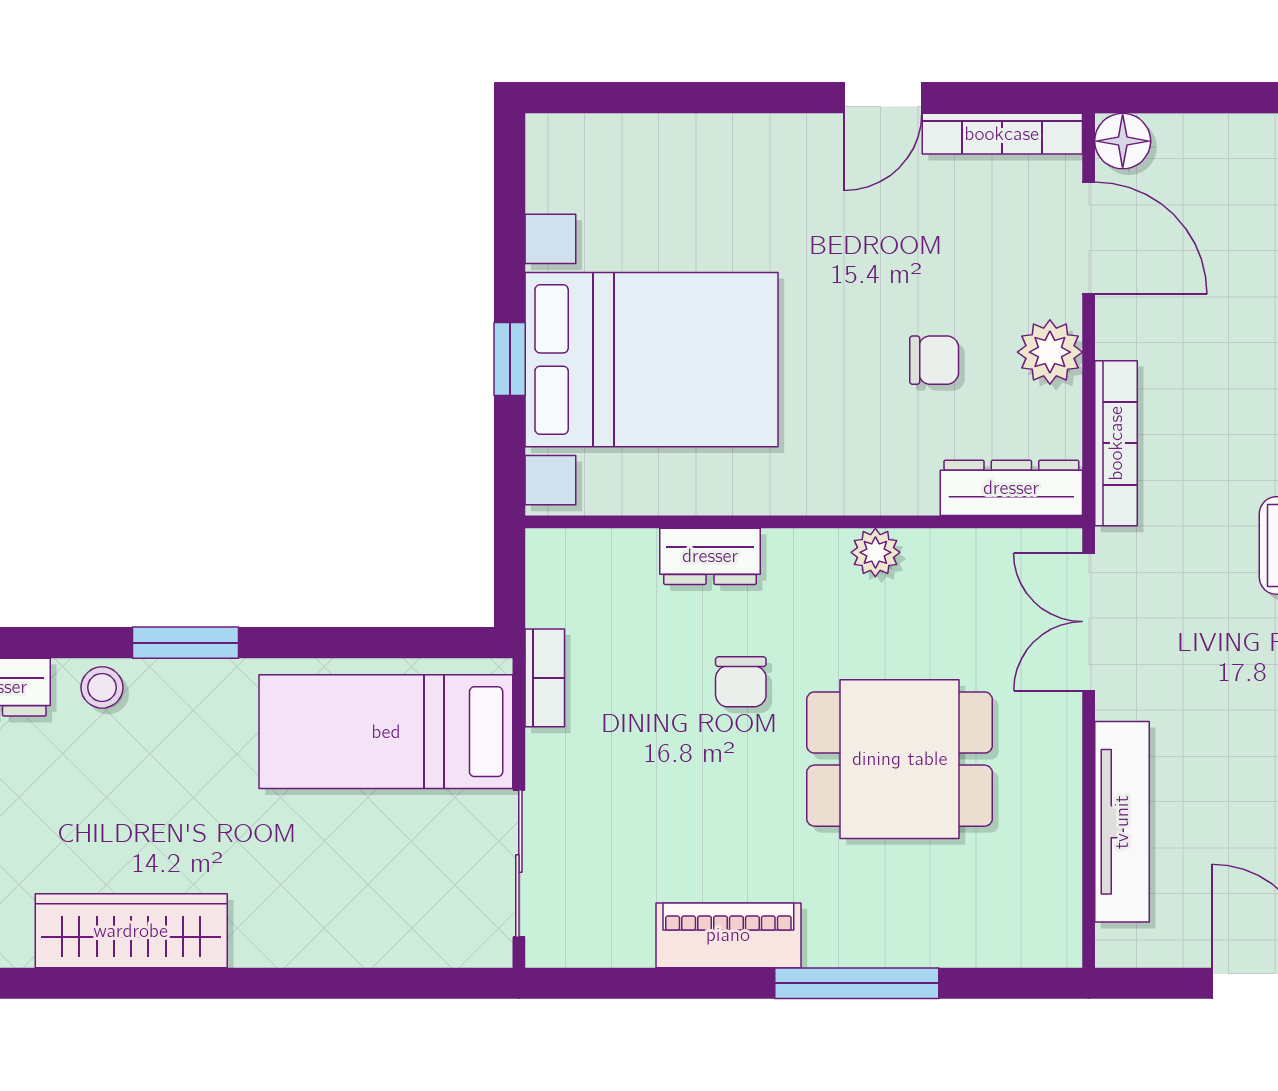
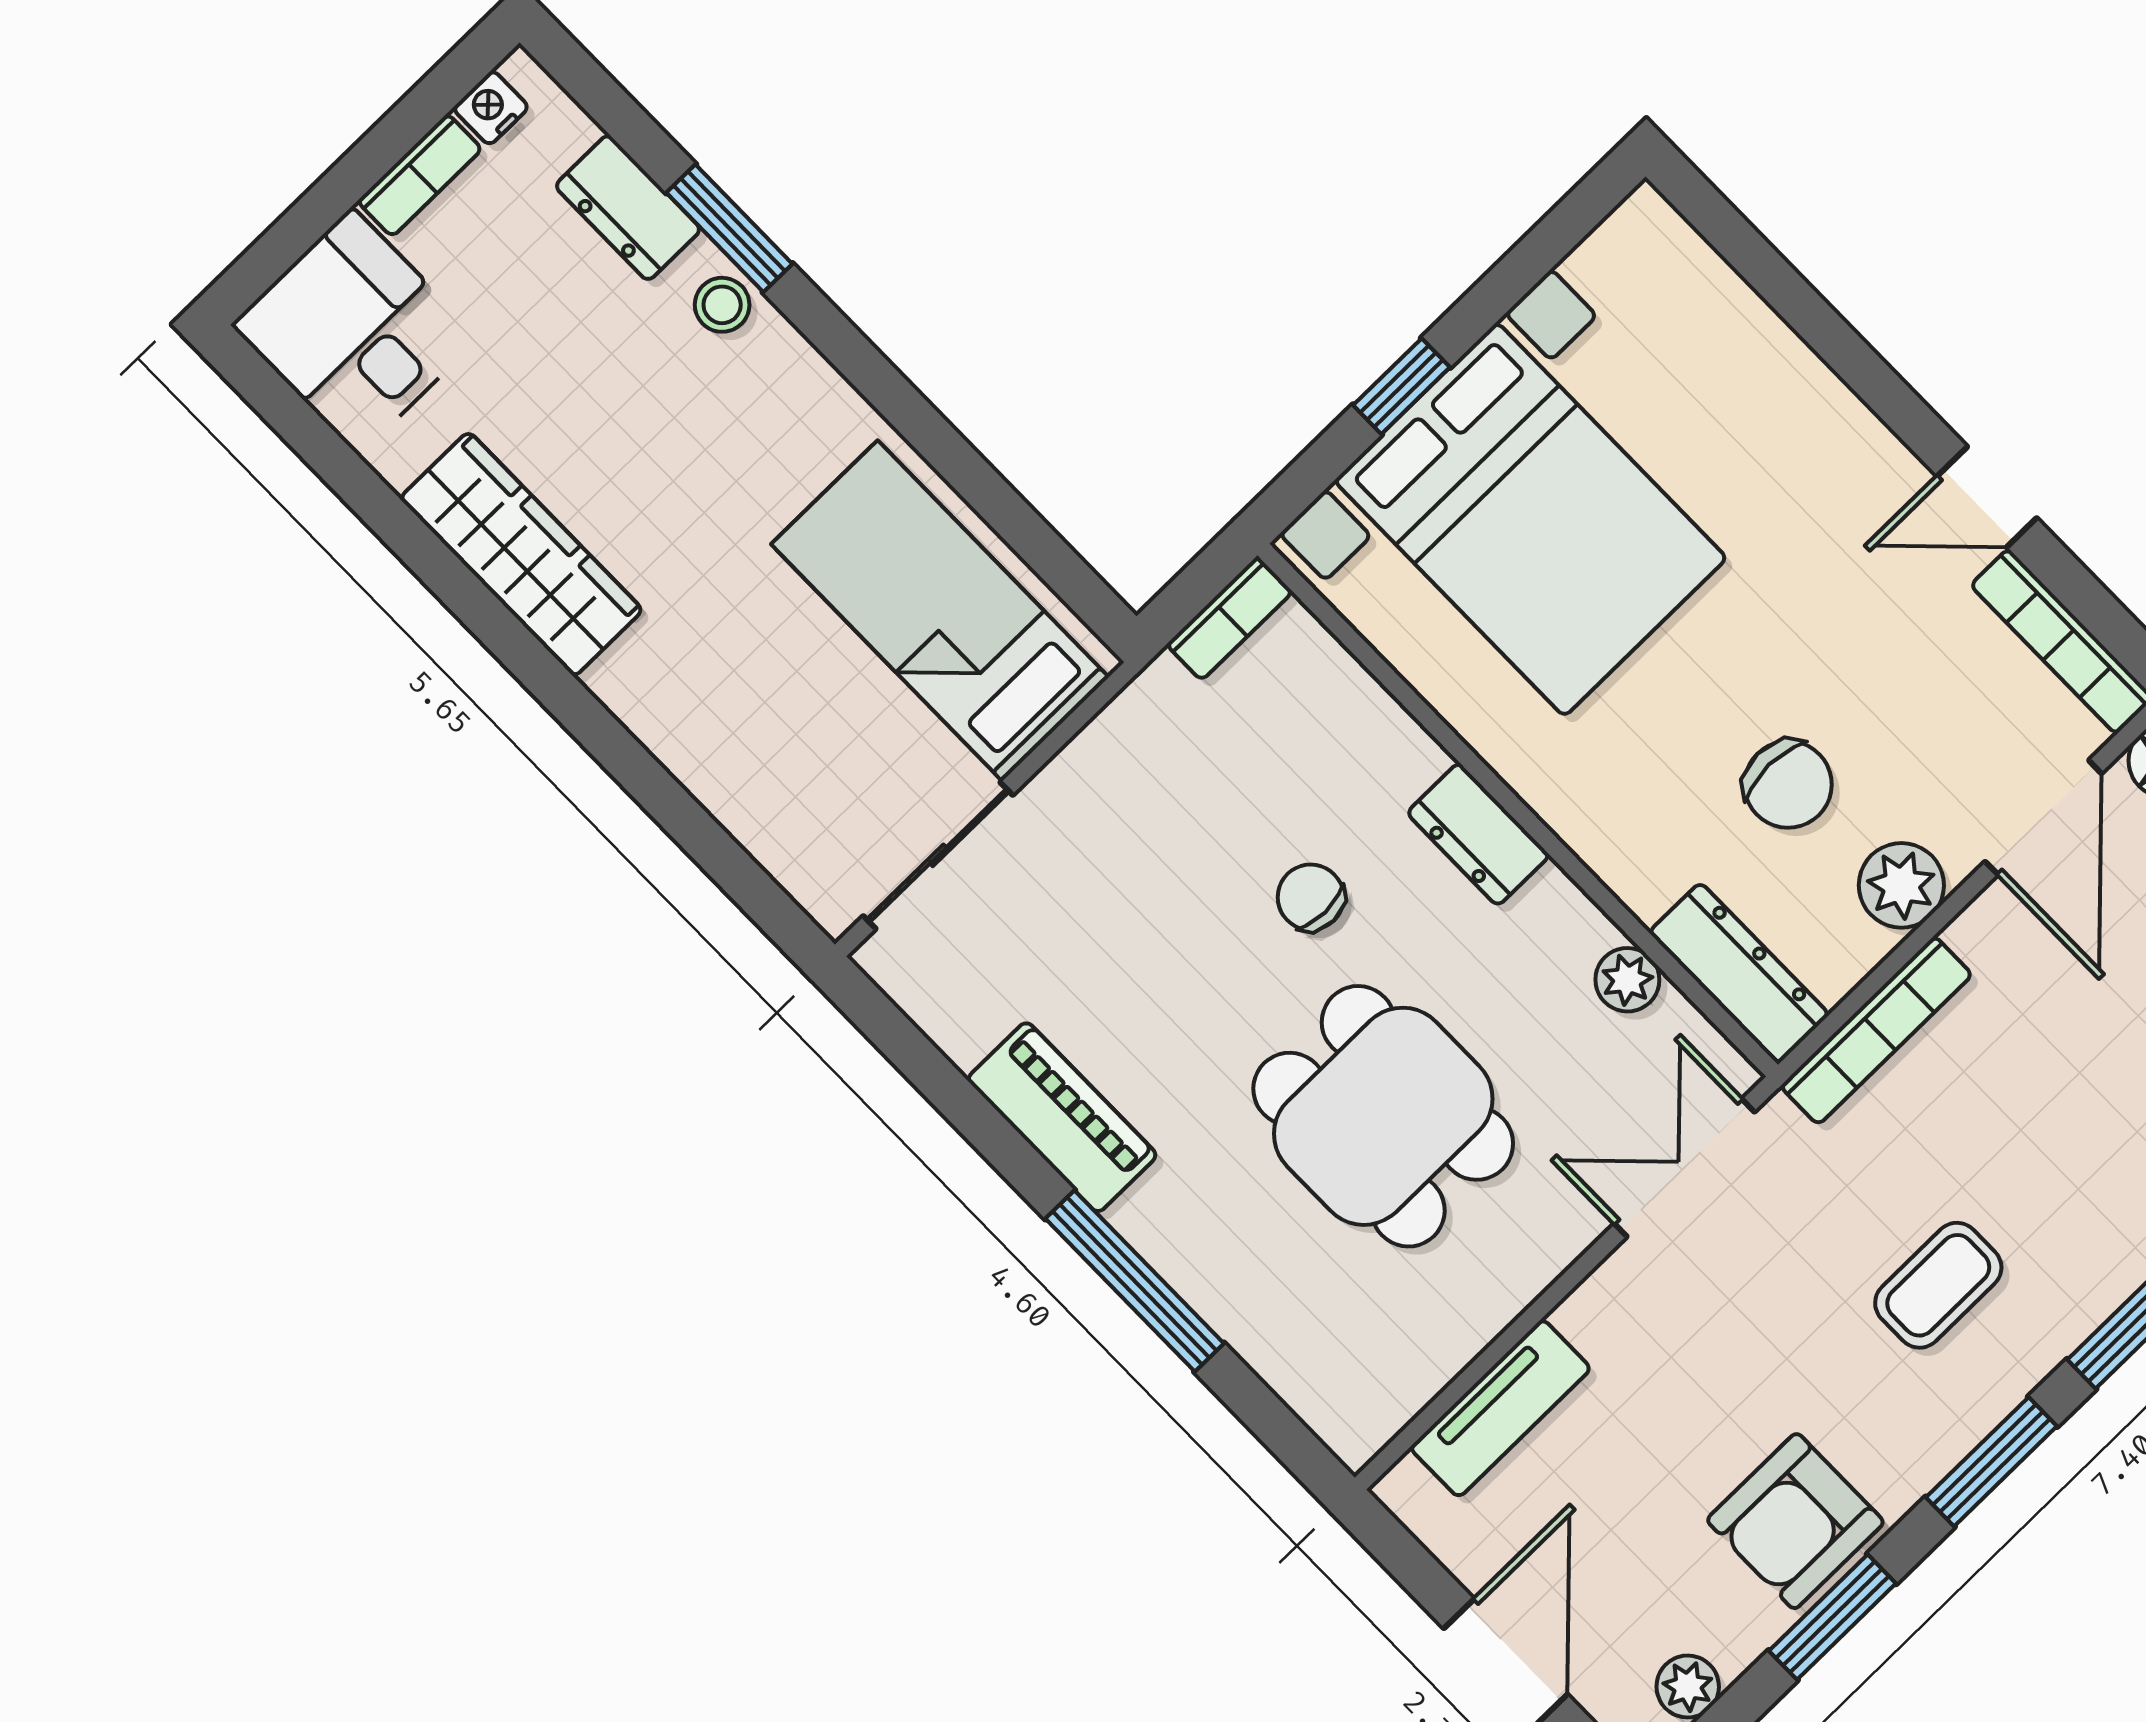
chair: (934, 360) -> (1788, 784), width x1.37, depth x1.37
plant: (875, 552) -> (1627, 980), moved
dresser: (710, 556) -> (1478, 834), moved
window: (186, 643) -> (729, 228), moved
bookcase: (545, 678) -> (1230, 618), moved
chair: (741, 682) -> (1311, 897), turned 90
tv unit: (1122, 822) -> (1500, 1408), width x0.71

